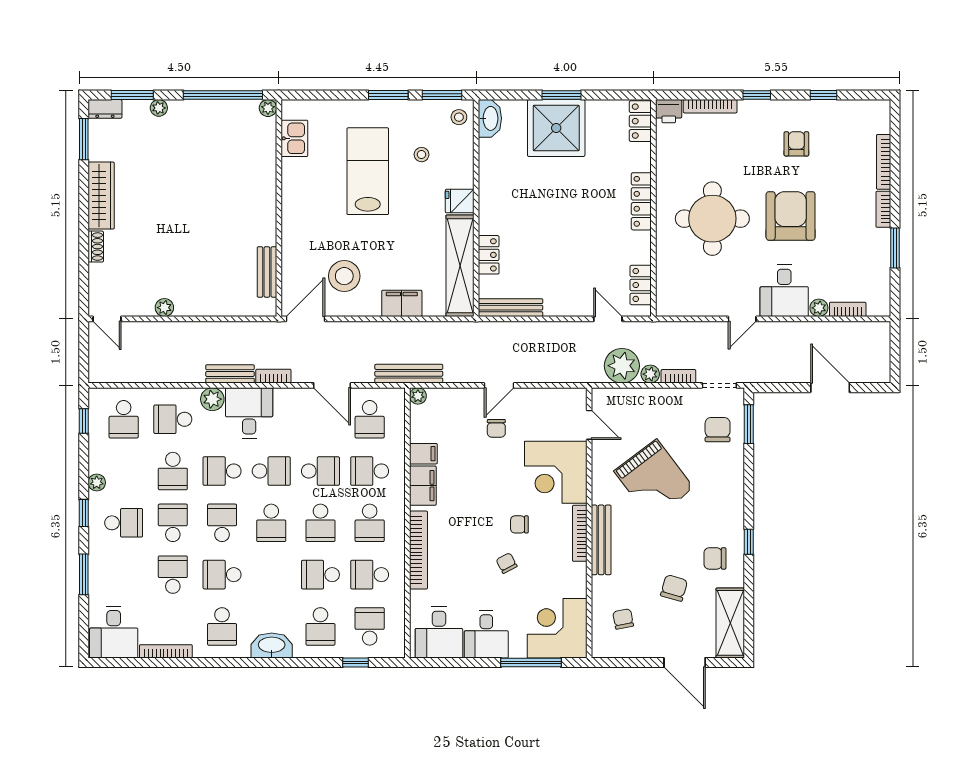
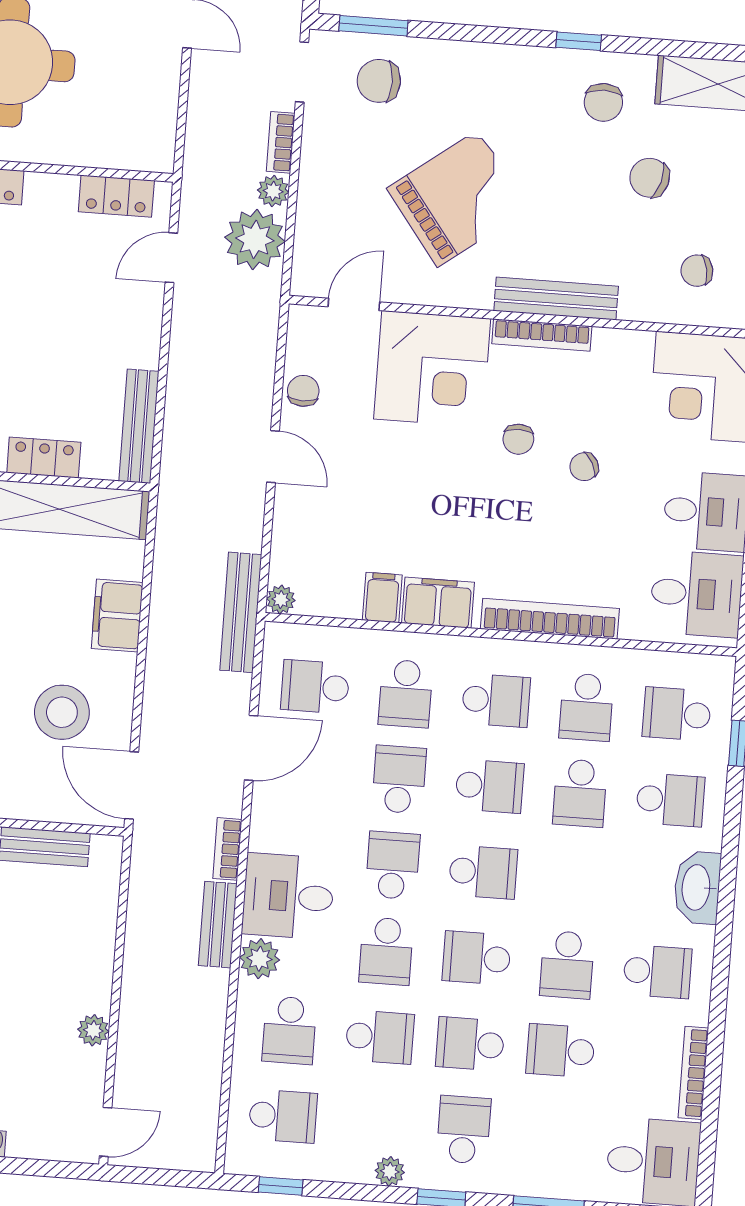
school desk: (370, 419) -> (315, 687), turned 180
chair: (496, 428) -> (303, 391), moved, turned -90

